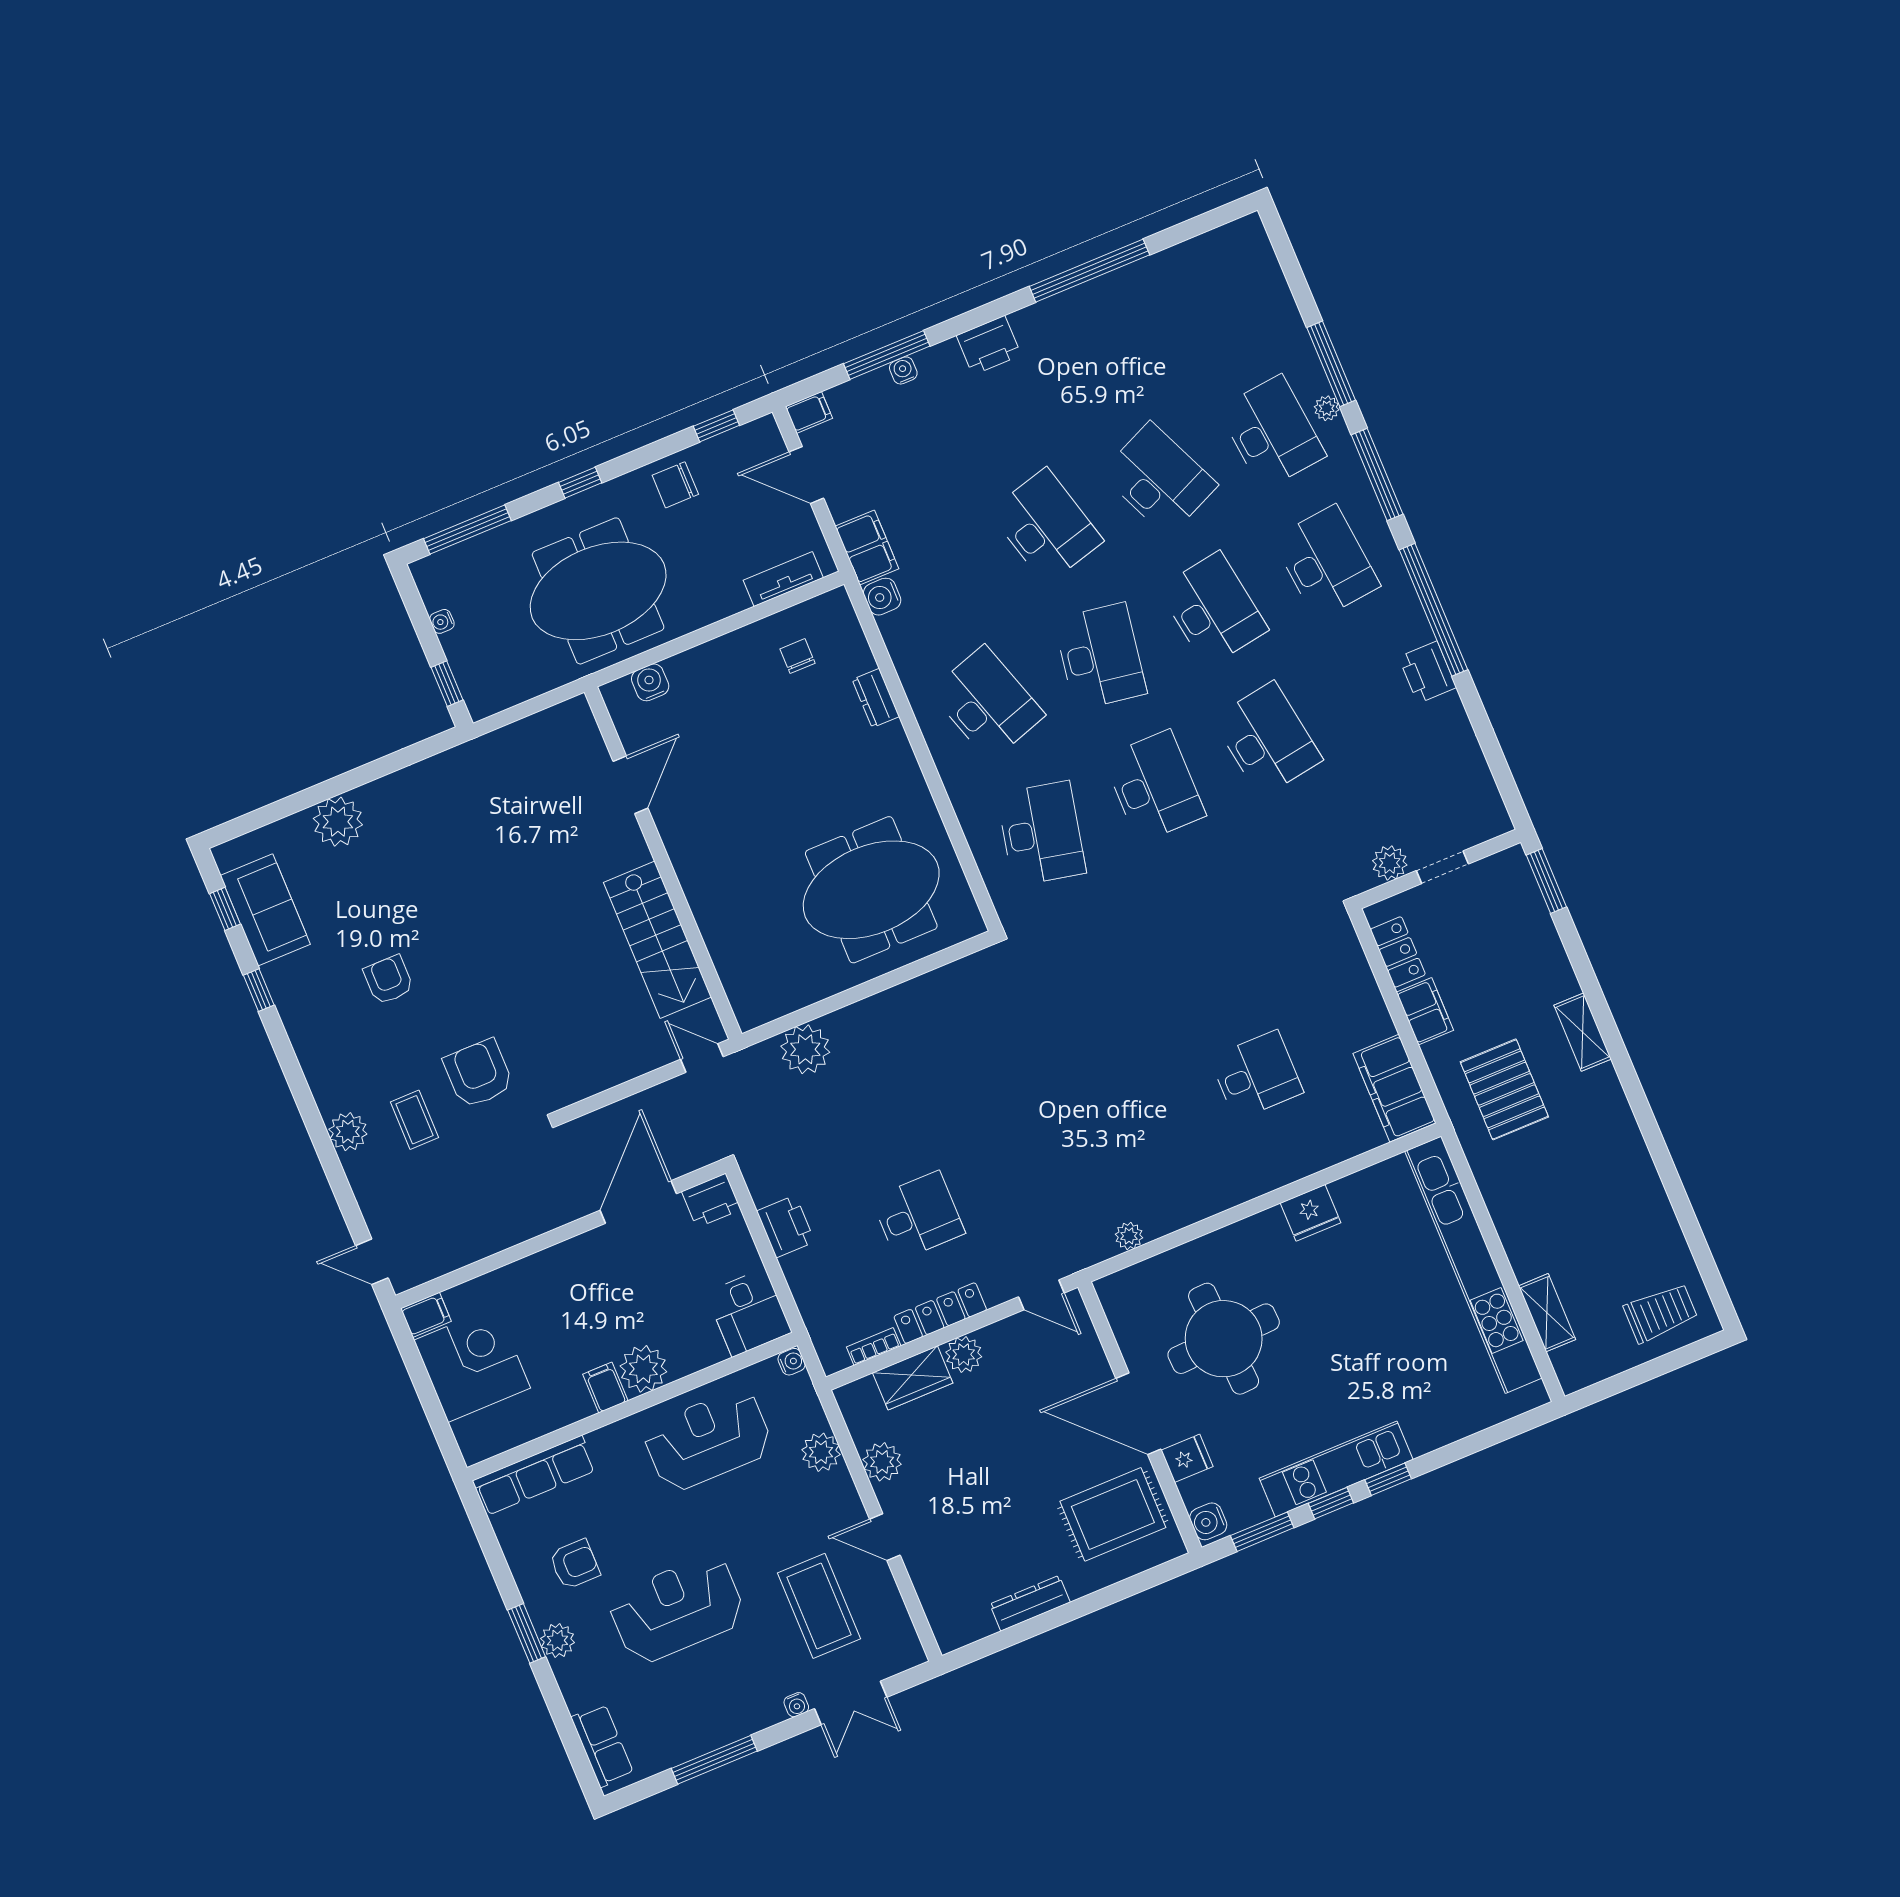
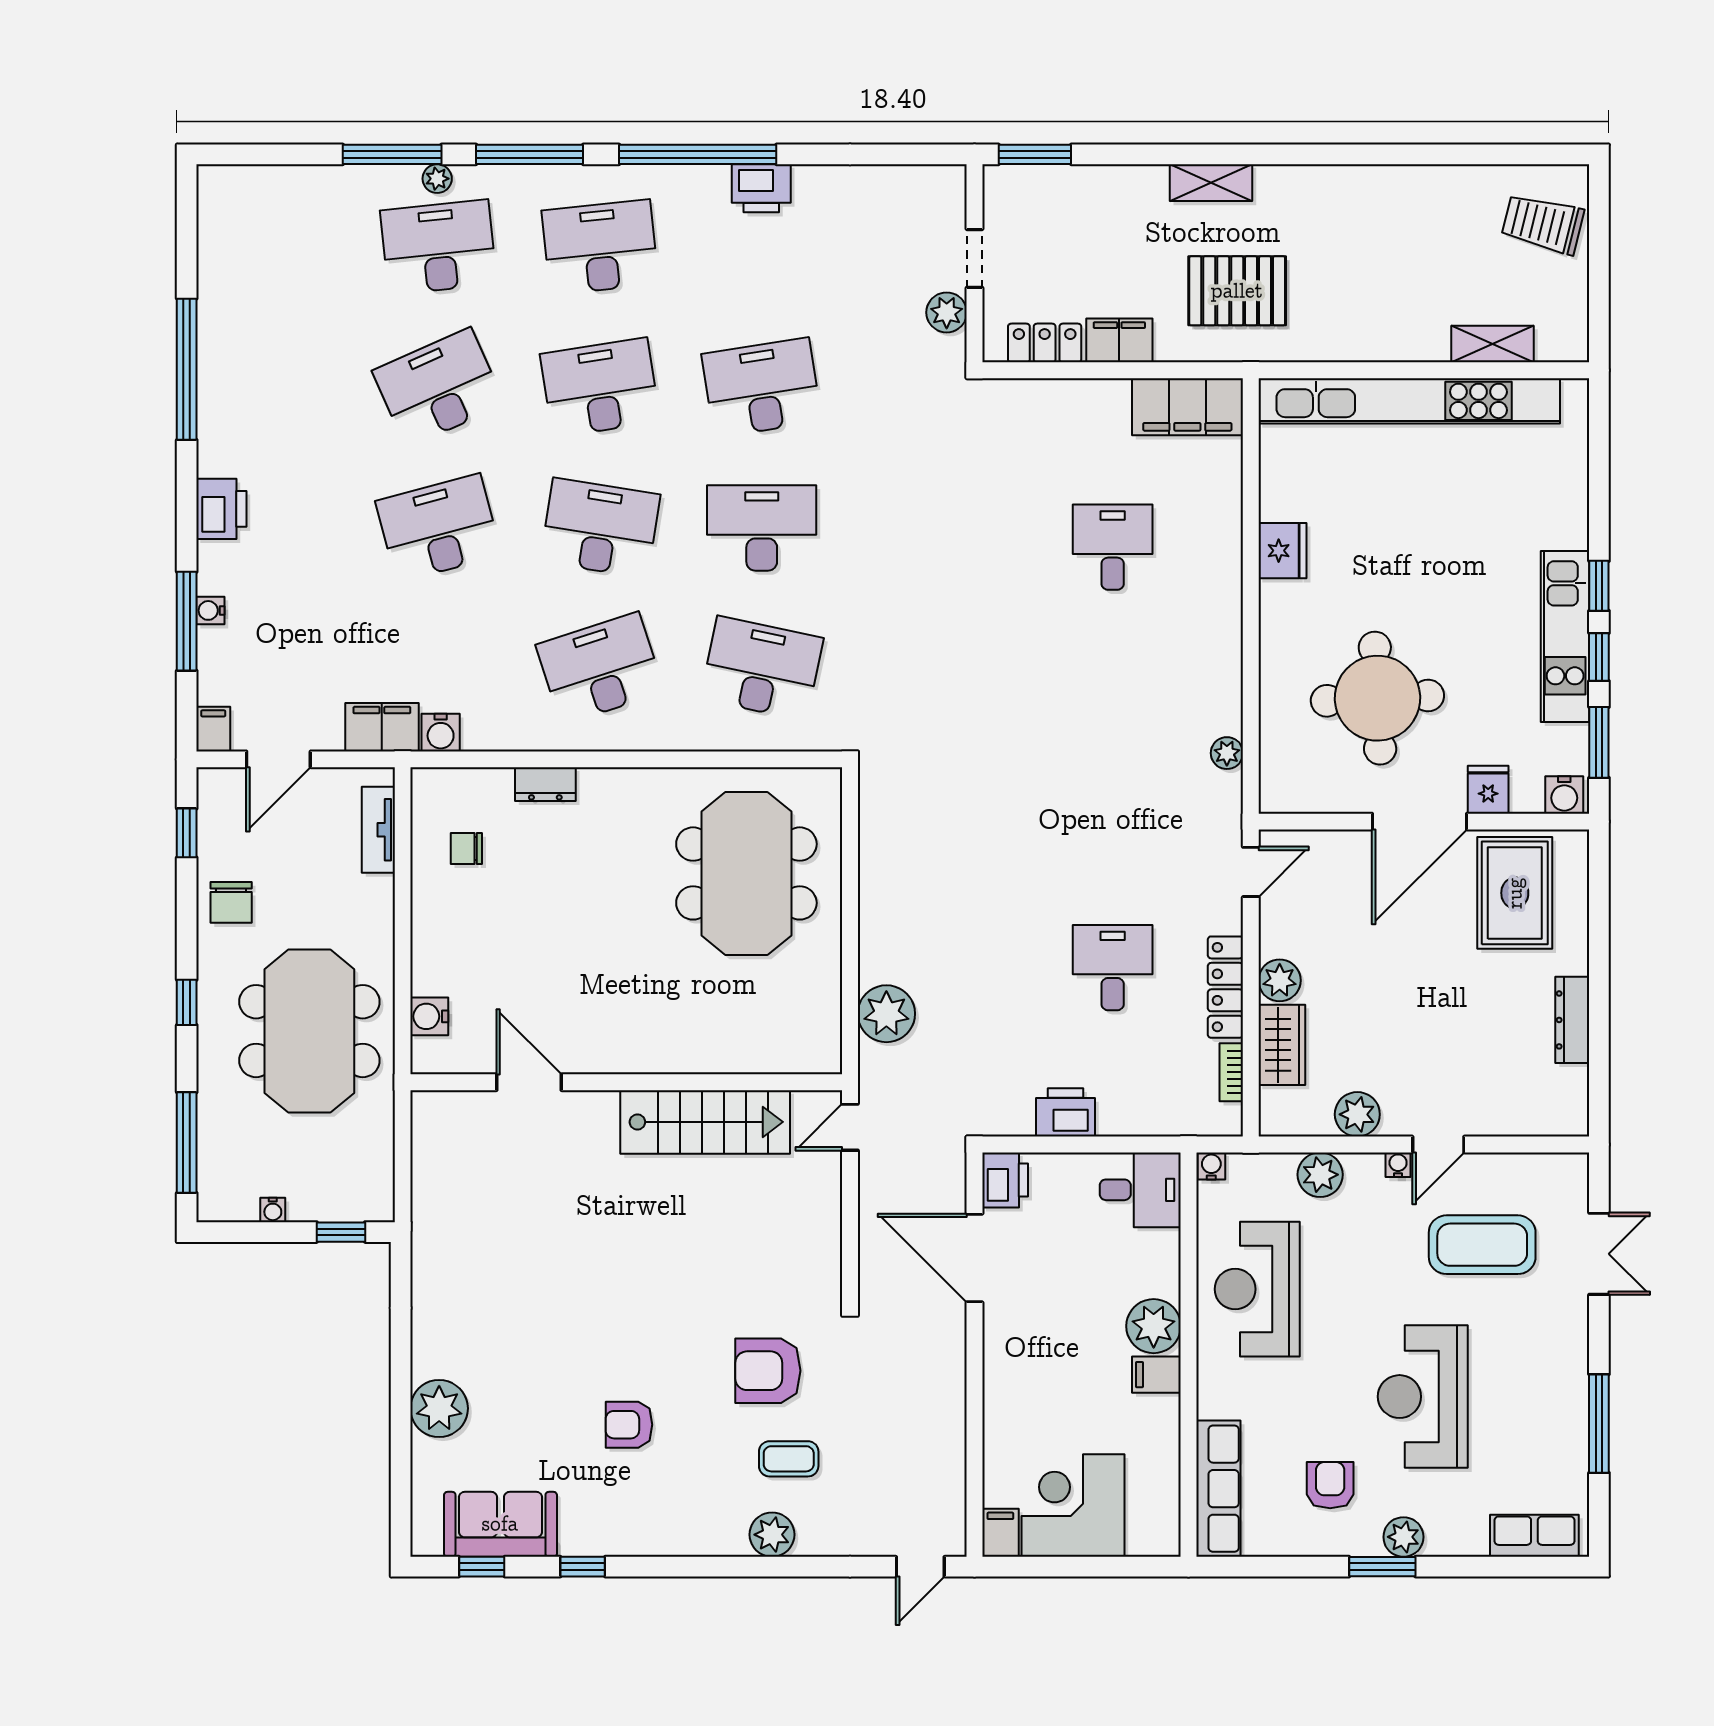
trolley: (1661, 1313) -> (1543, 224), turned -76
water cooler: (796, 1705) -> (1398, 1165), moved, turned -90

